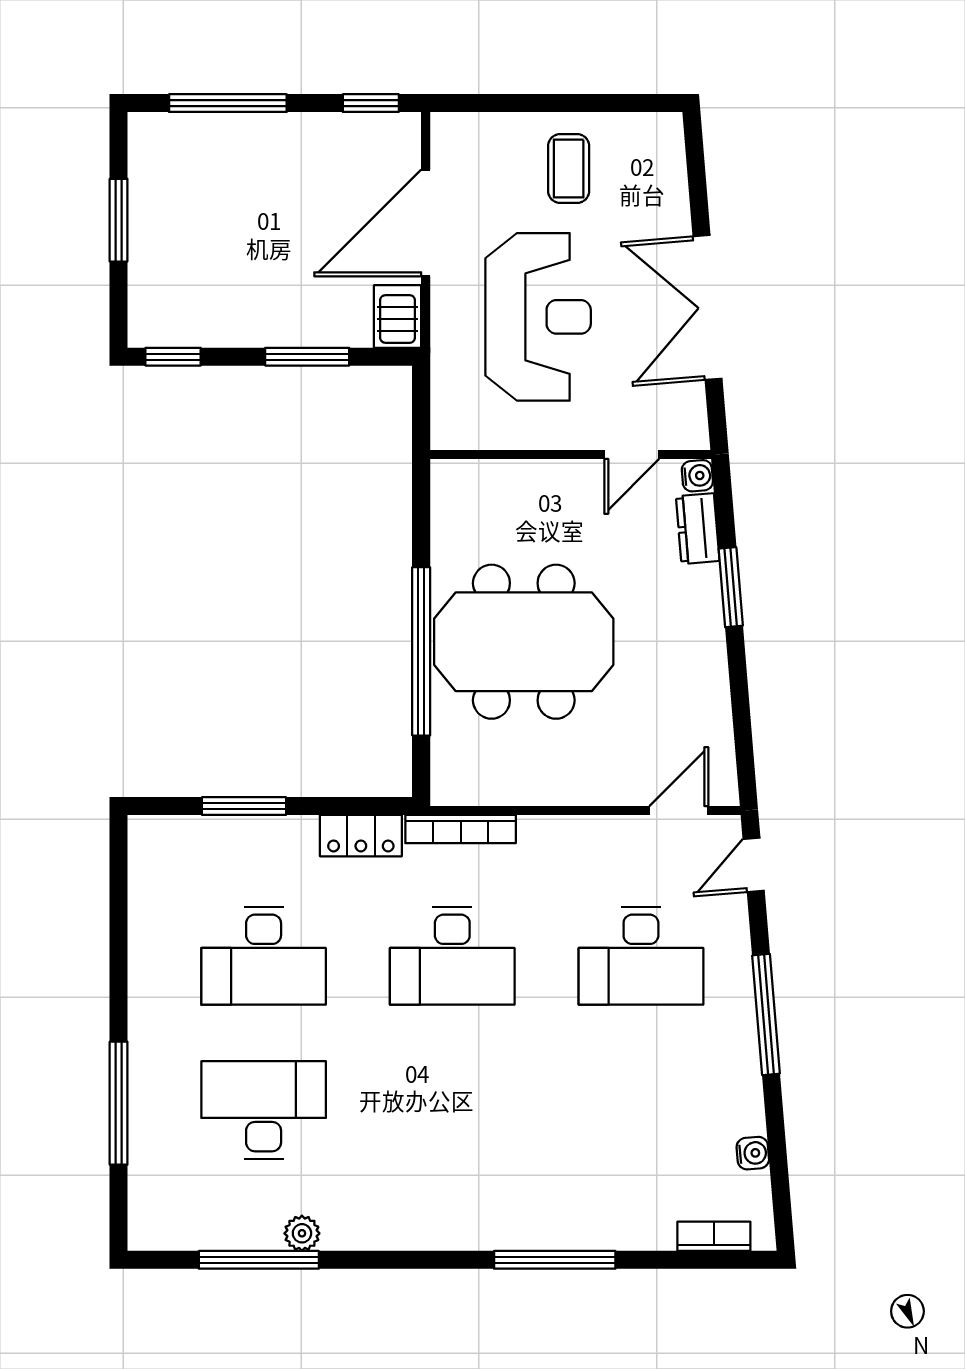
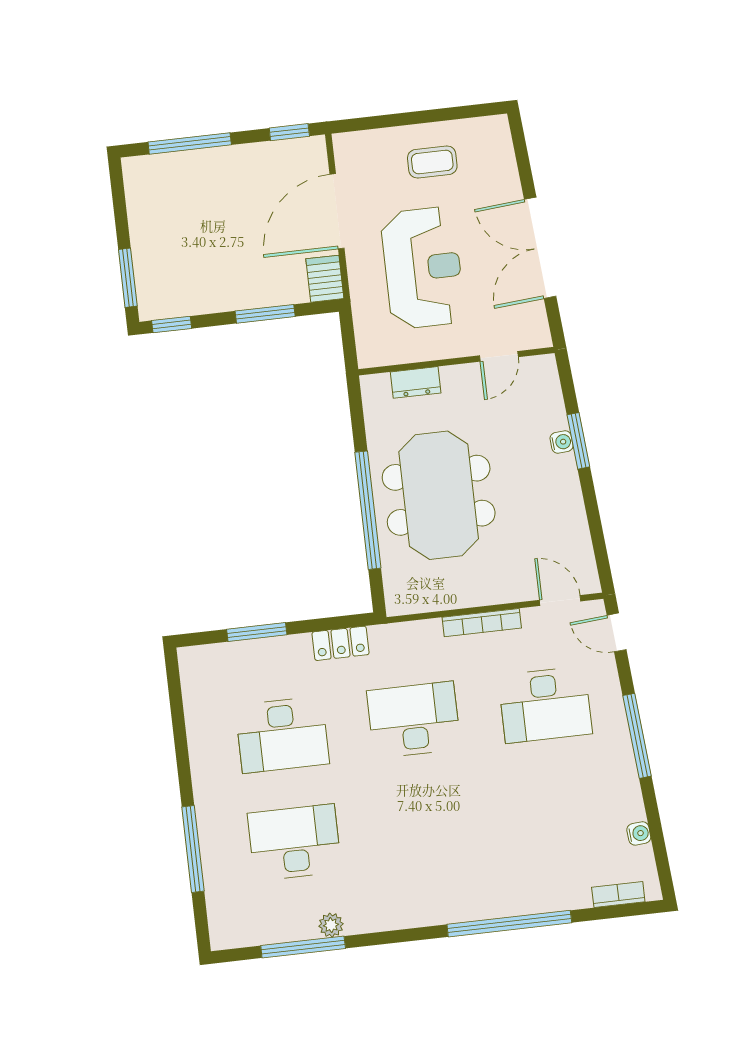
coffee table: (569, 169) -> (432, 162), turned 90
window: (119, 220) -> (128, 278), moved
water cooler: (697, 476) -> (562, 442), moved
dresser: (698, 529) -> (416, 382), moved, turned -85
meeting table: (524, 642) -> (439, 495), turned 90
door: (679, 810) -> (560, 601), hinge flipped
bookcase: (461, 829) -> (482, 623), moved
door: (754, 865) -> (617, 632), hinge flipped
desk: (452, 956) -> (414, 720), turned 180
window: (555, 1260) -> (509, 924), width x1.46

